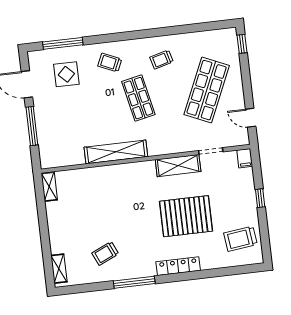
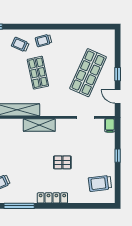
window: (242, 44) -> (118, 74), moved
trolley: (161, 59) -> (43, 41), moved
shelving: (178, 166) -> (39, 125), moved
pallet: (186, 216) -> (62, 162), width x0.49, depth x0.50

